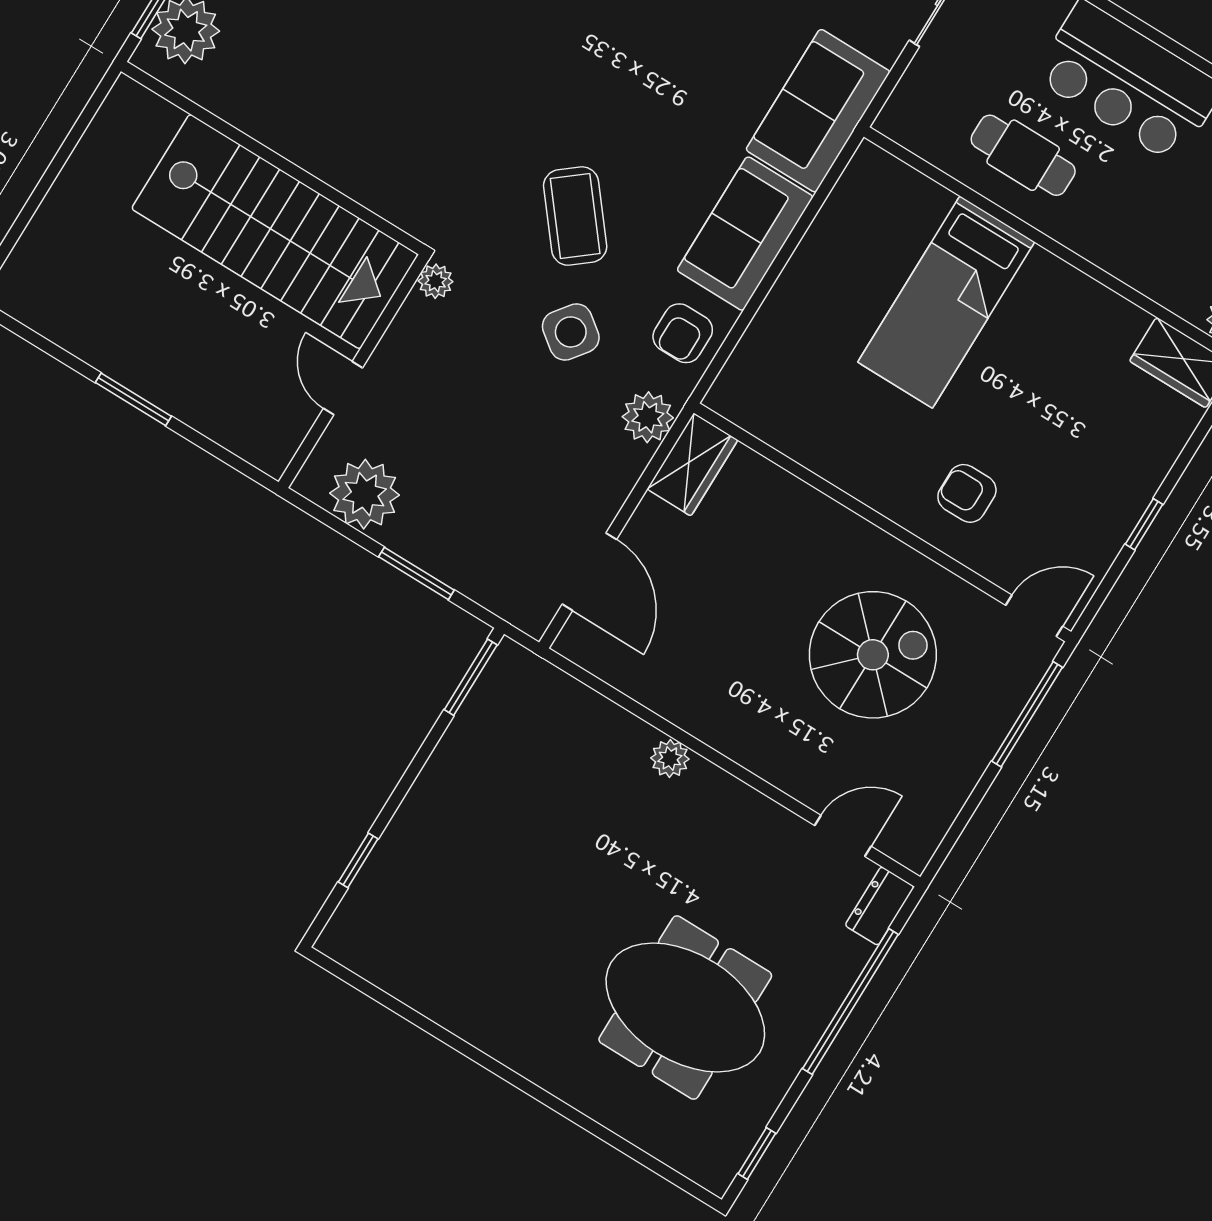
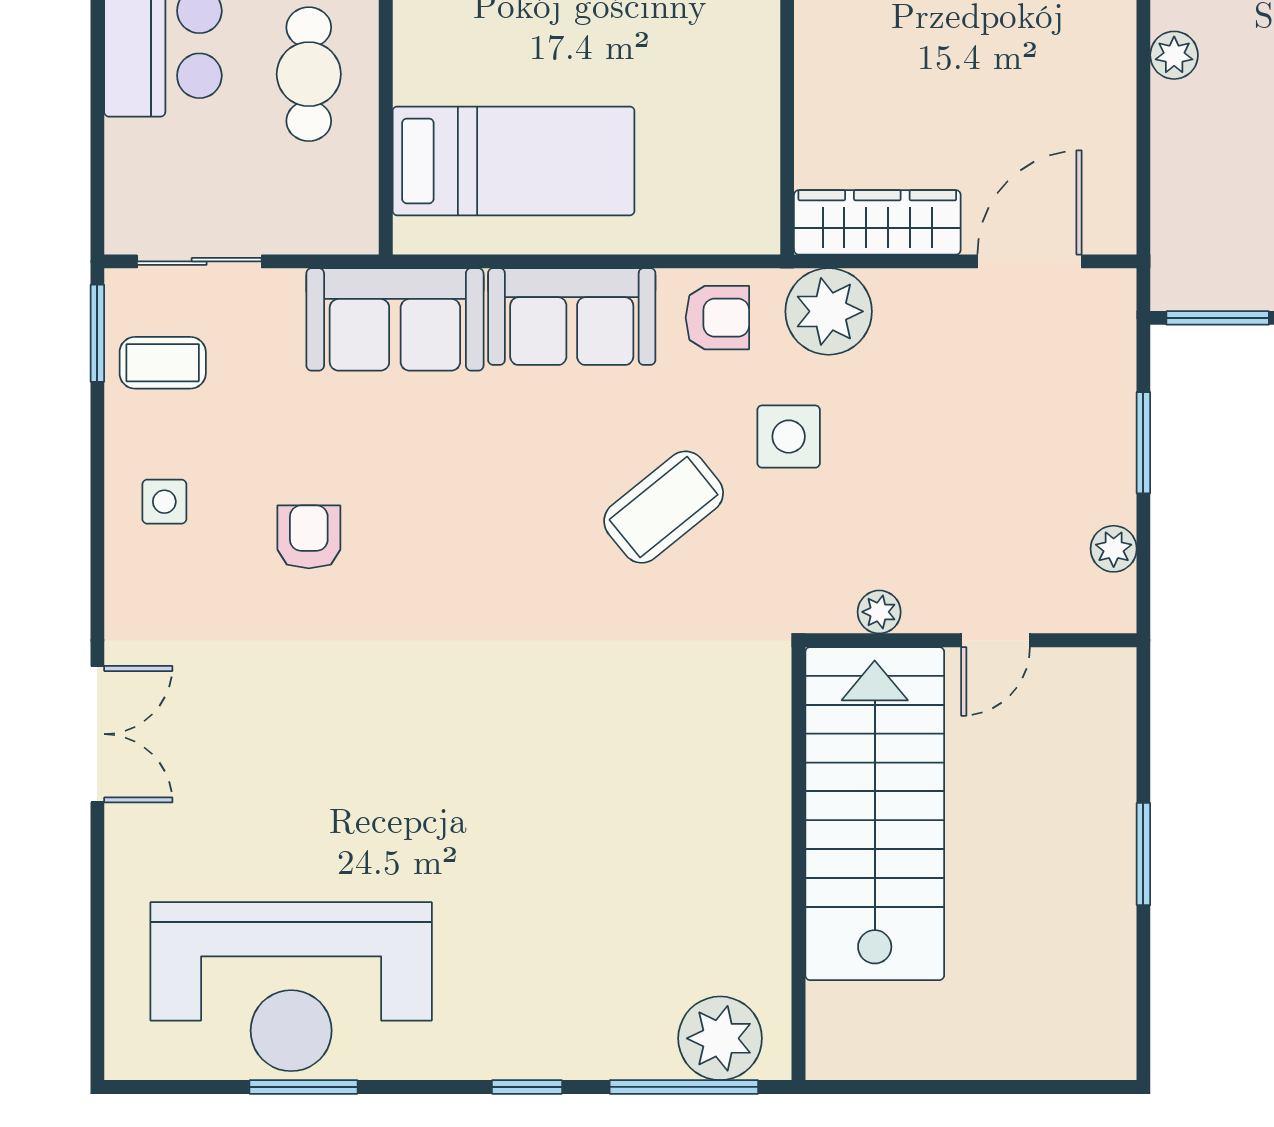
plant: (436, 281) -> (879, 612), moved
bed: (946, 302) -> (514, 161), moved
side table: (571, 332) -> (789, 437), turned -37
plant: (648, 417) -> (829, 311), width x1.36, depth x1.36
wardrobe: (692, 465) -> (877, 222), width x1.50
plant: (365, 494) -> (1114, 549), width x0.53, depth x0.53

